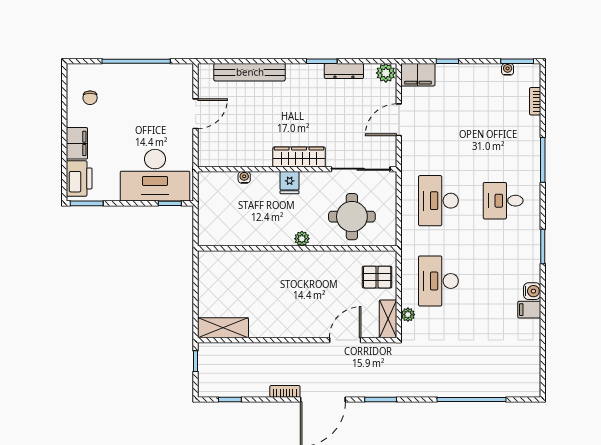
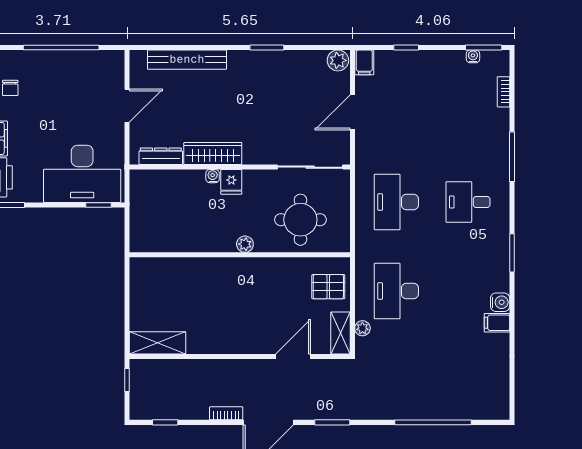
dresser: (344, 71) -> (161, 156), moved, turned 180
filing cabinet: (418, 75) -> (364, 62), width x0.50
wardrobe: (299, 157) -> (213, 154), moved
water cooler: (244, 177) -> (213, 176), moved

